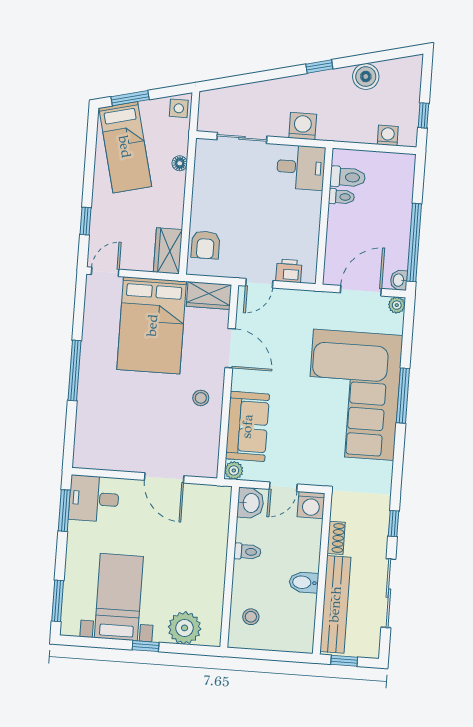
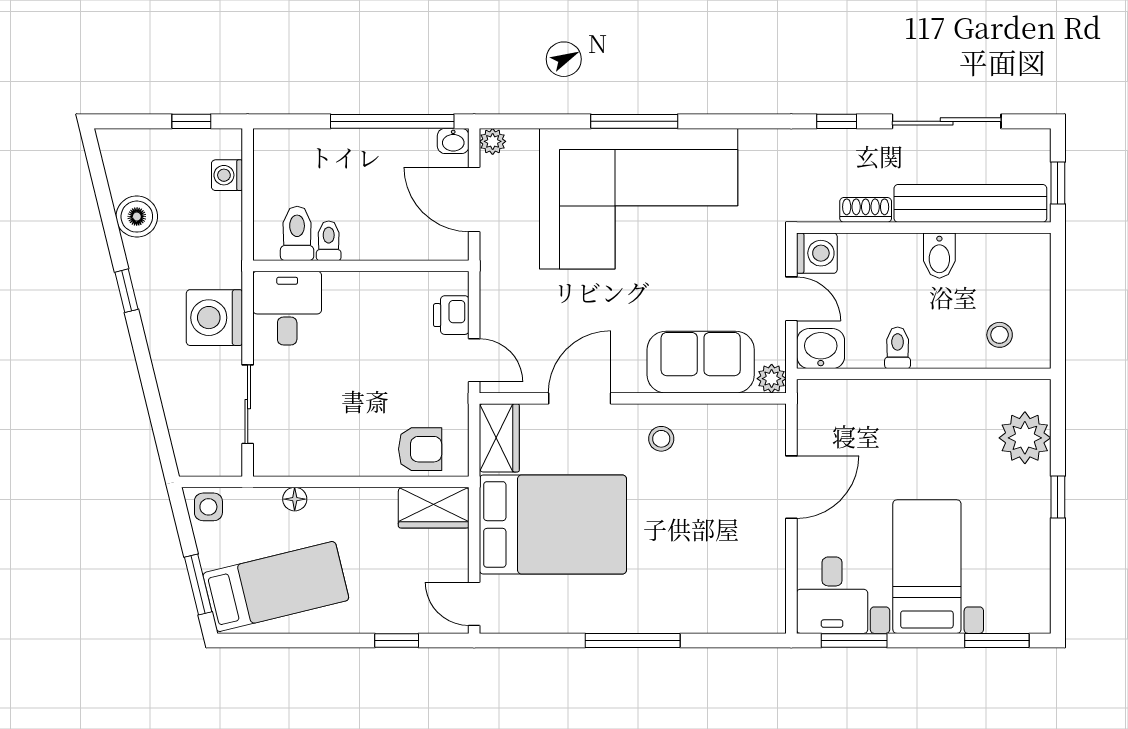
washing machine: (303, 126) -> (214, 318), width x1.37, depth x1.37
bed with nightstands: (119, 597) -> (927, 567), moved, turned 90

